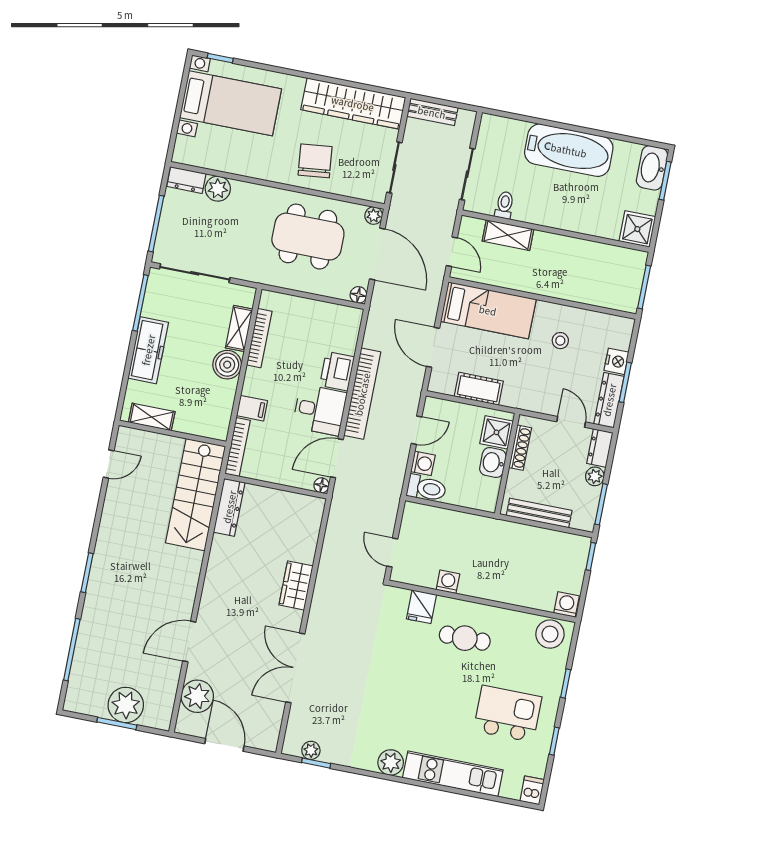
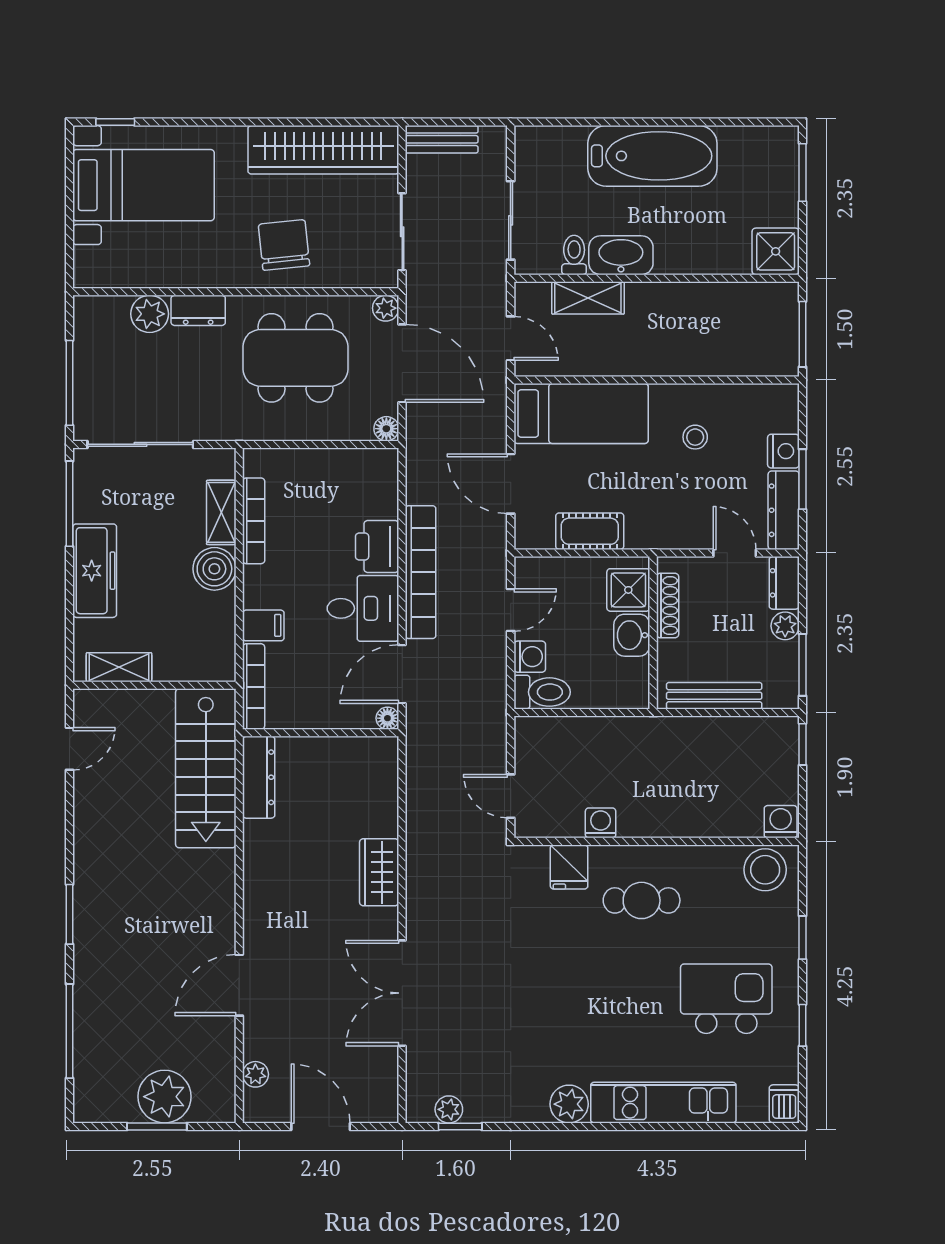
washbasin: (652, 168) -> (621, 255), moved, turned 90
dresser: (186, 180) -> (198, 310), moved
plant: (197, 696) -> (255, 1074), width x0.53, depth x0.53

